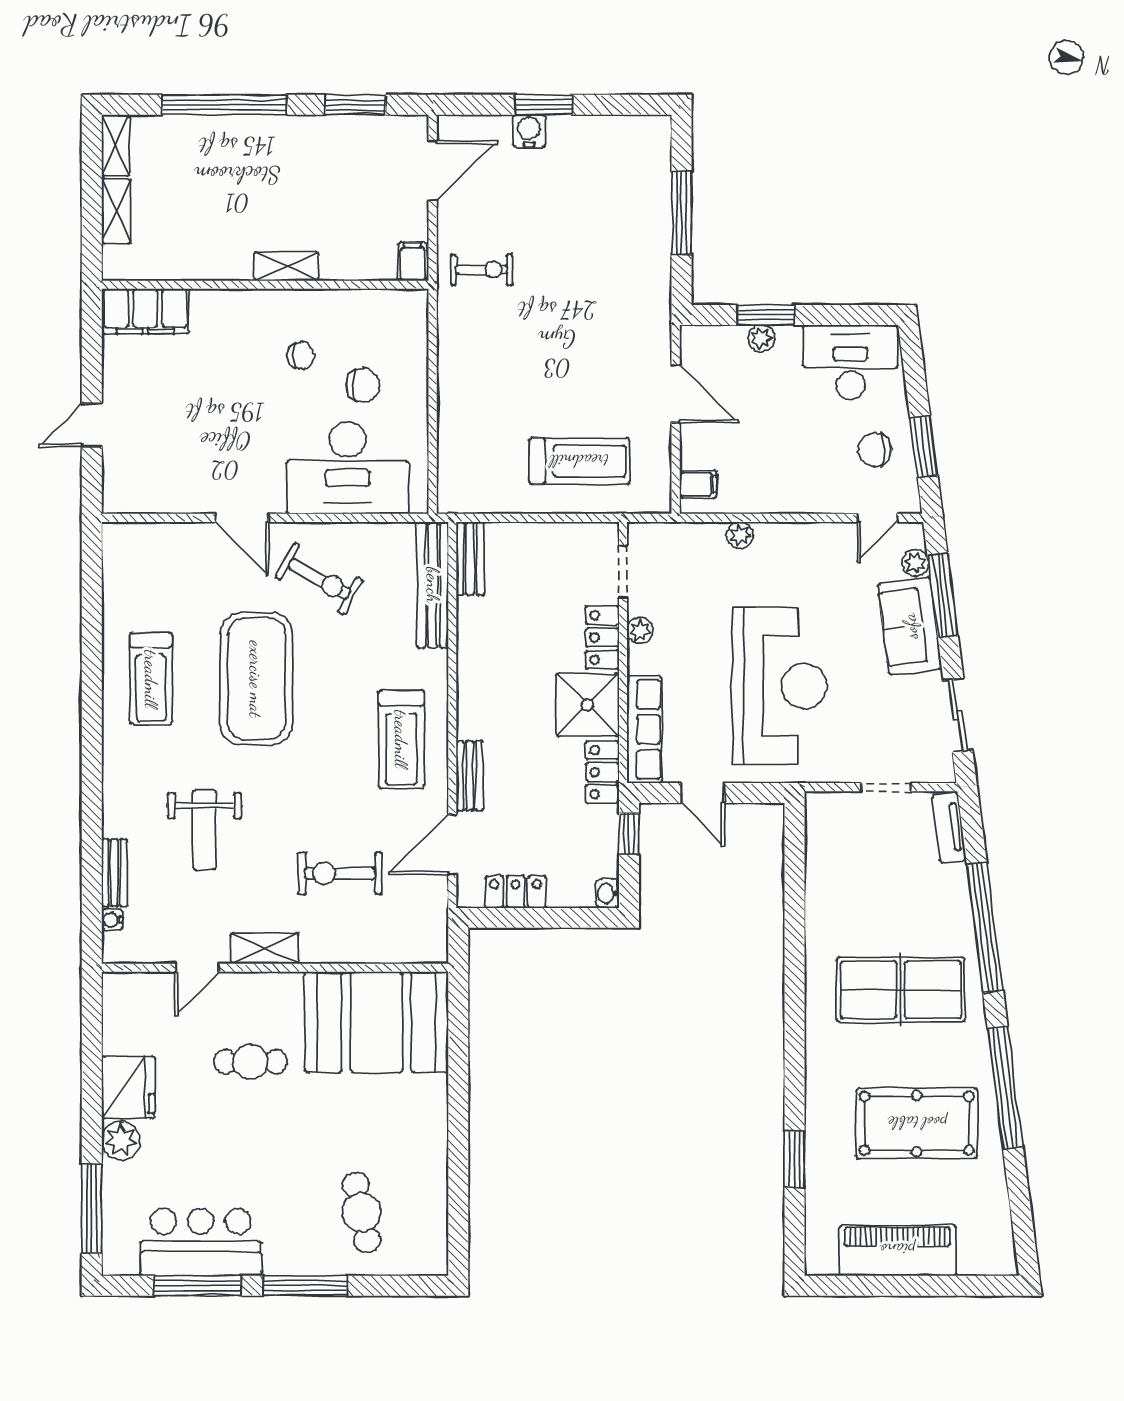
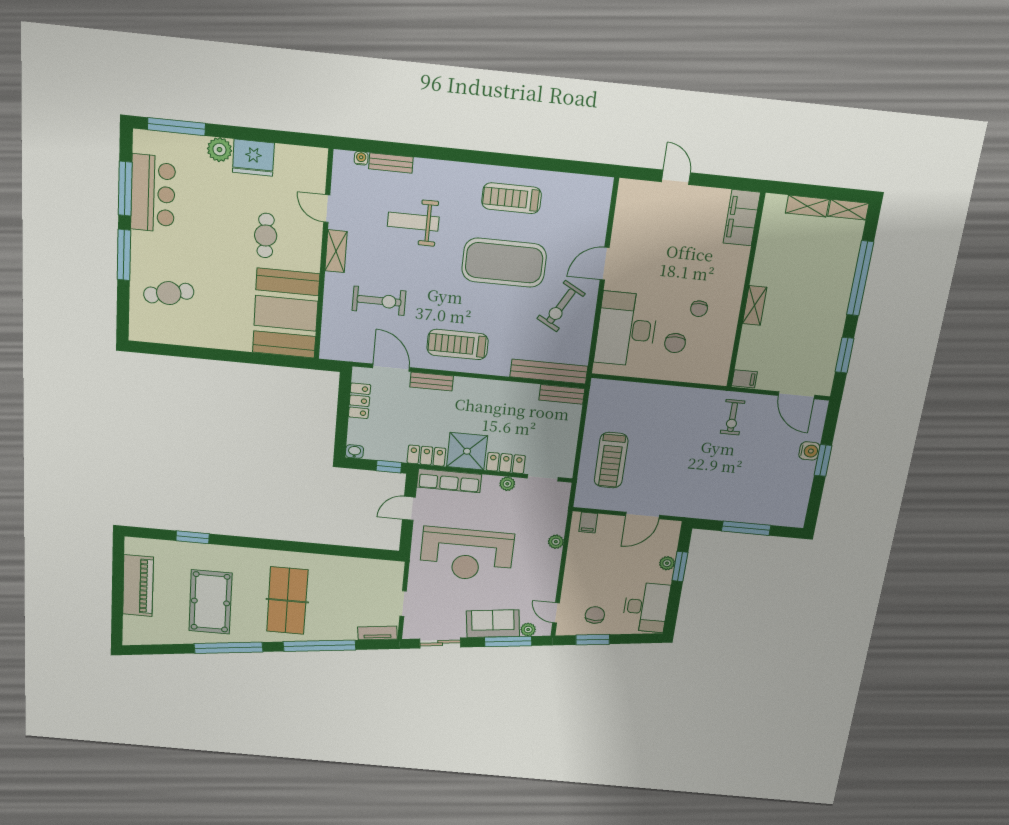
exercise bike: (340, 873) -> (379, 301), turned 90

